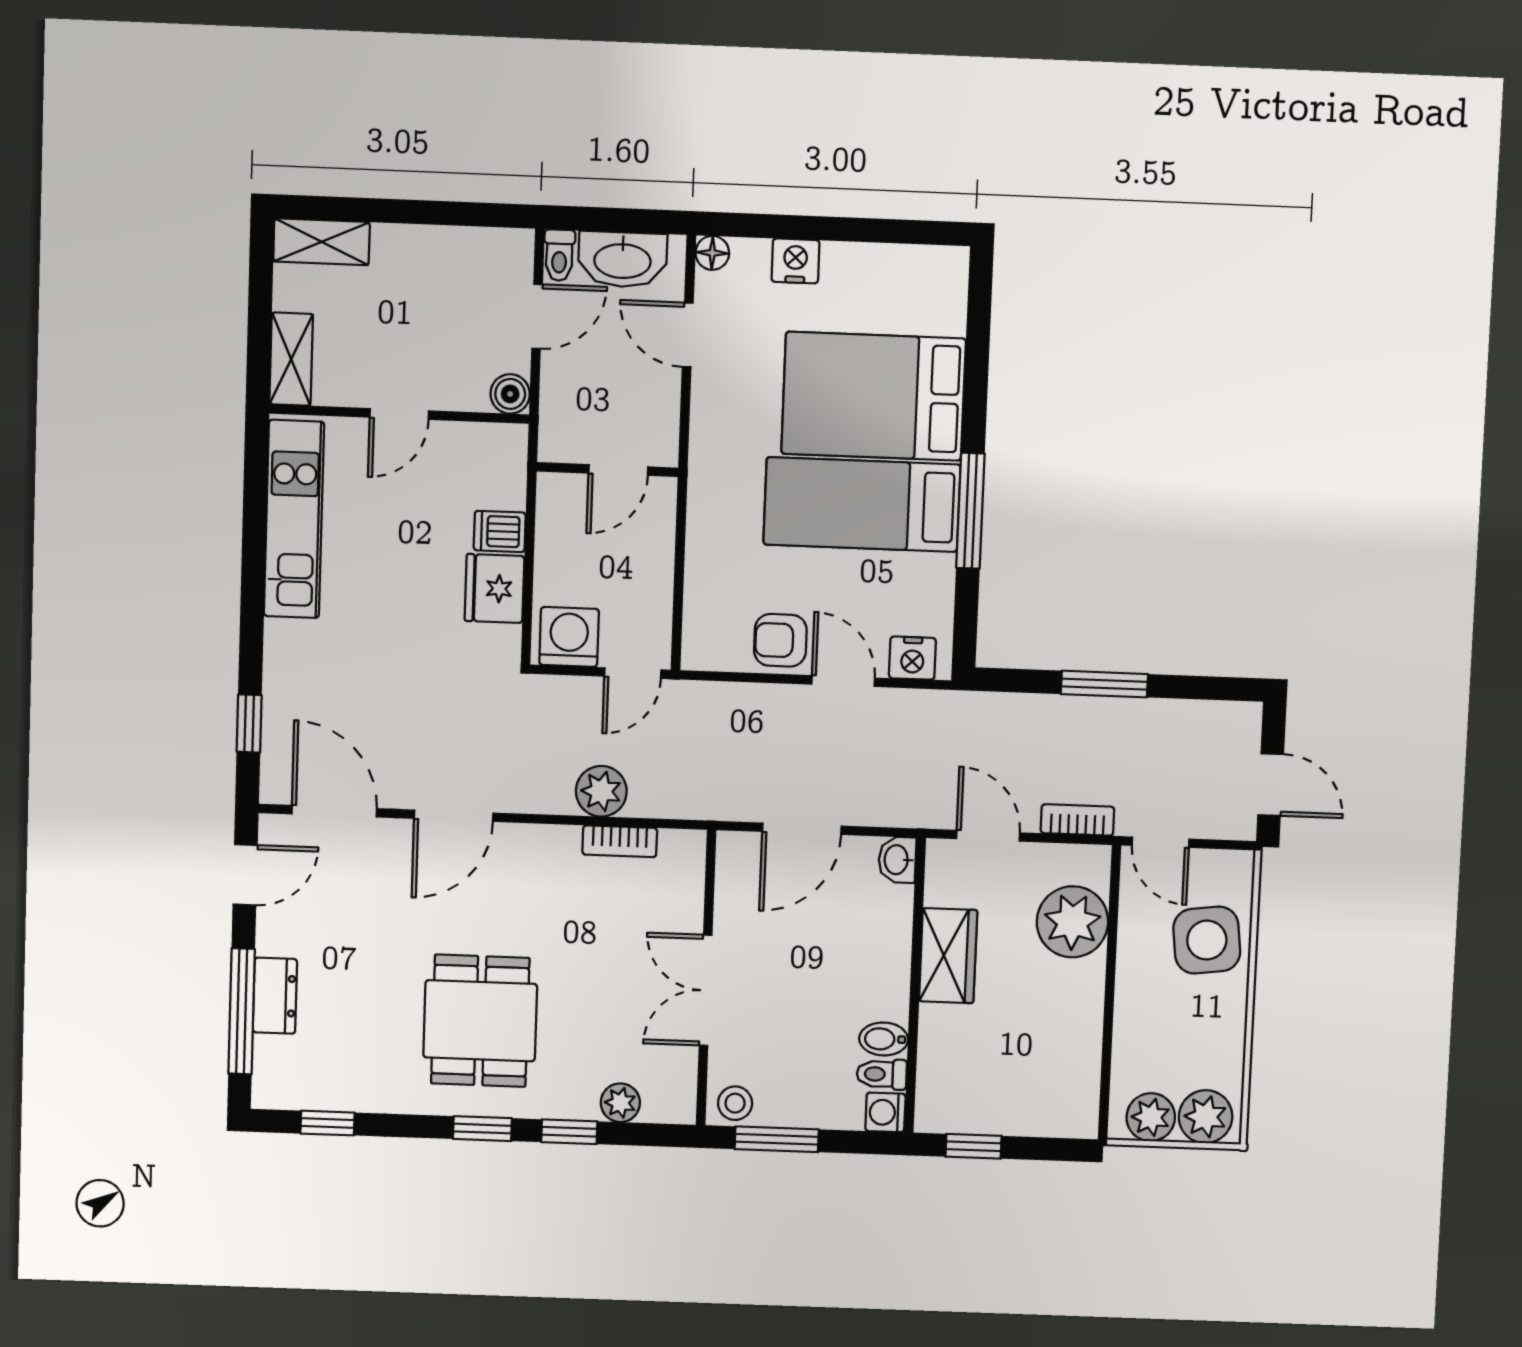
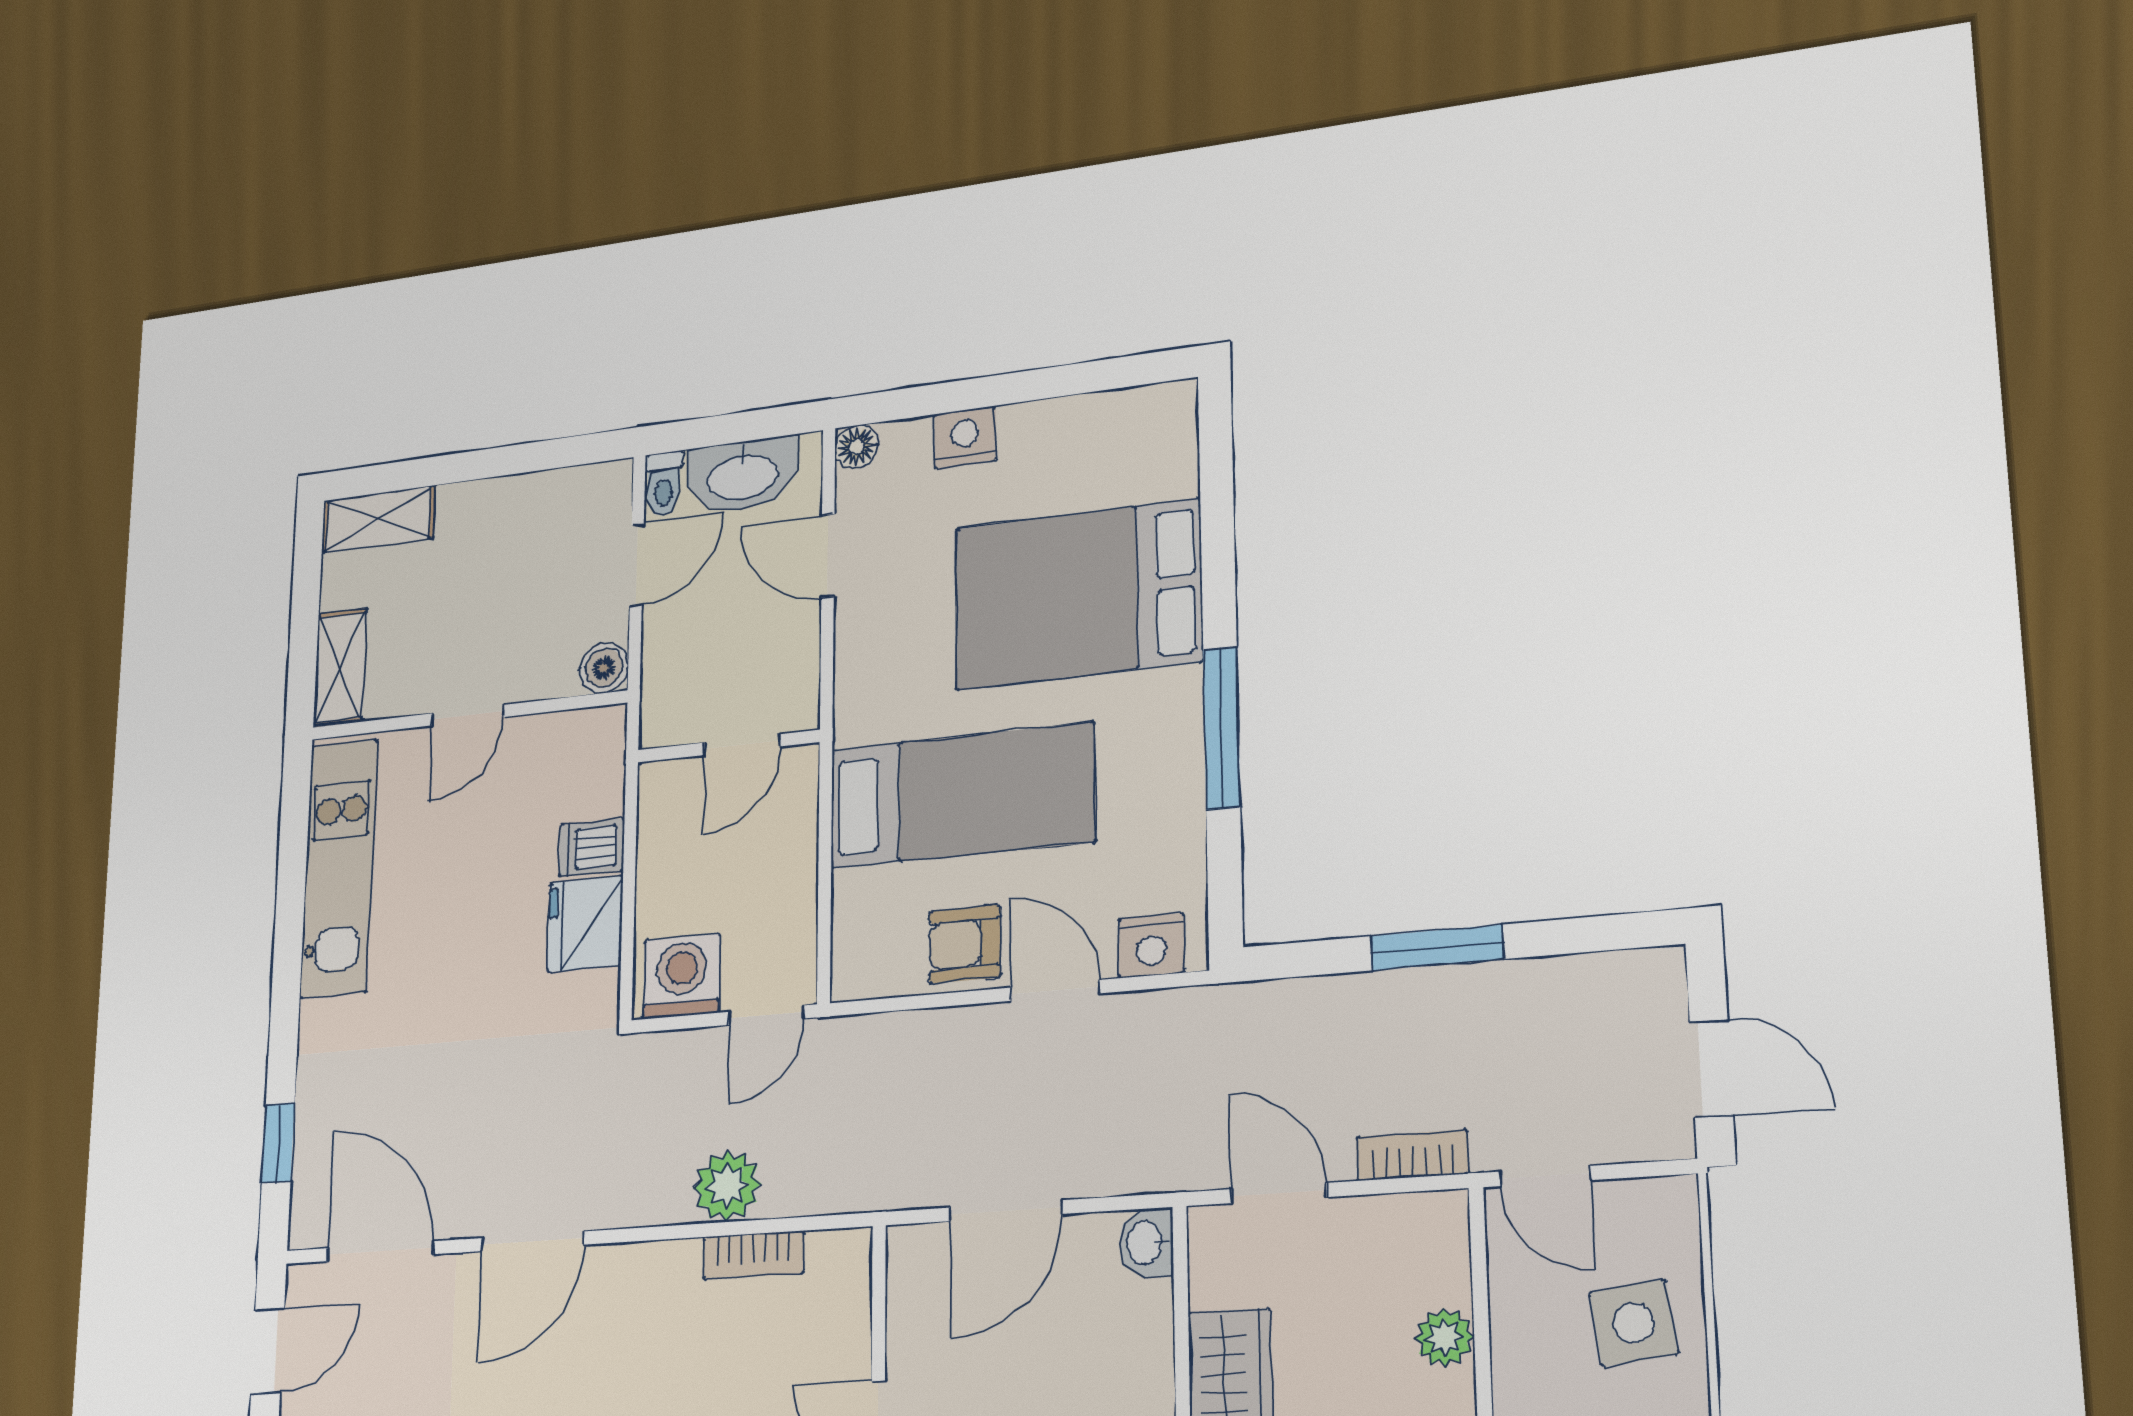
bed: (862, 504) -> (962, 796), moved, turned 180
plant: (1072, 922) -> (1444, 1338), width x0.53, depth x0.53
side table: (1207, 940) -> (1634, 1323), width x0.73, depth x0.73

